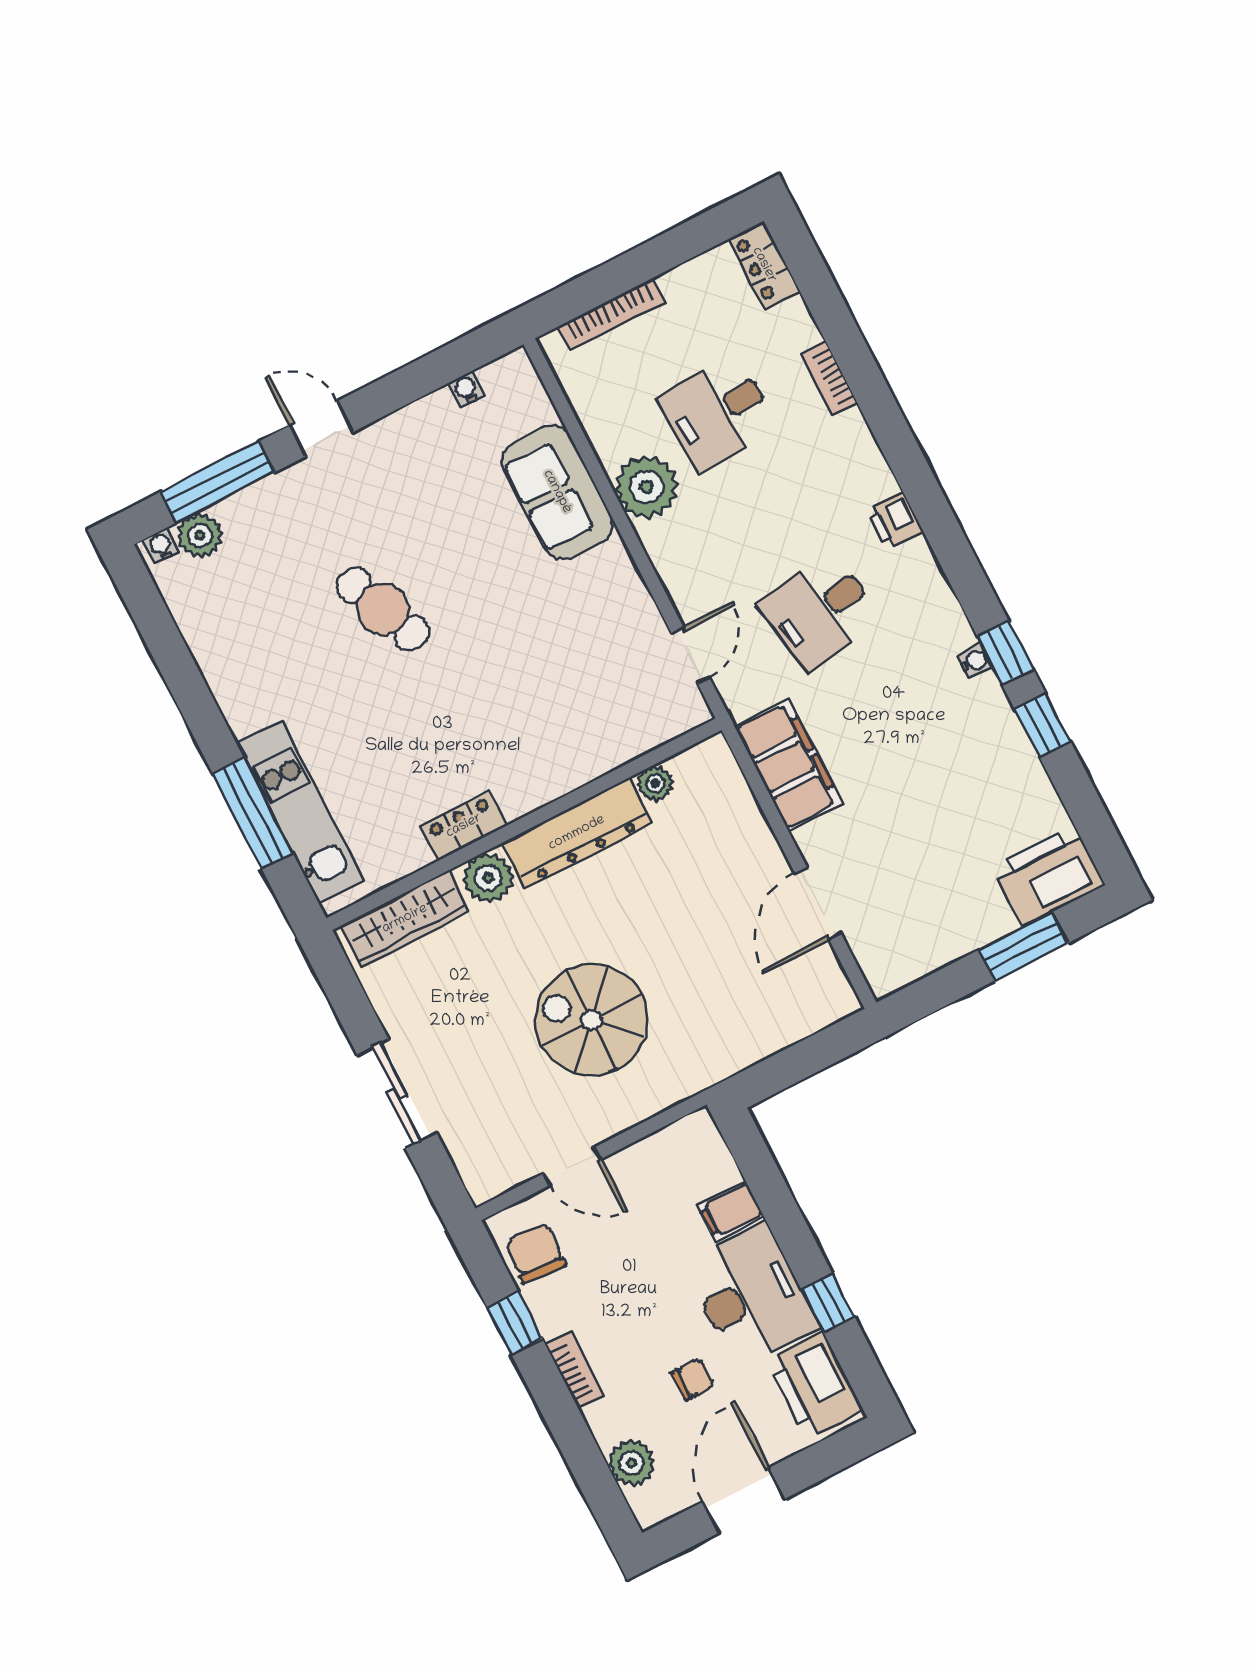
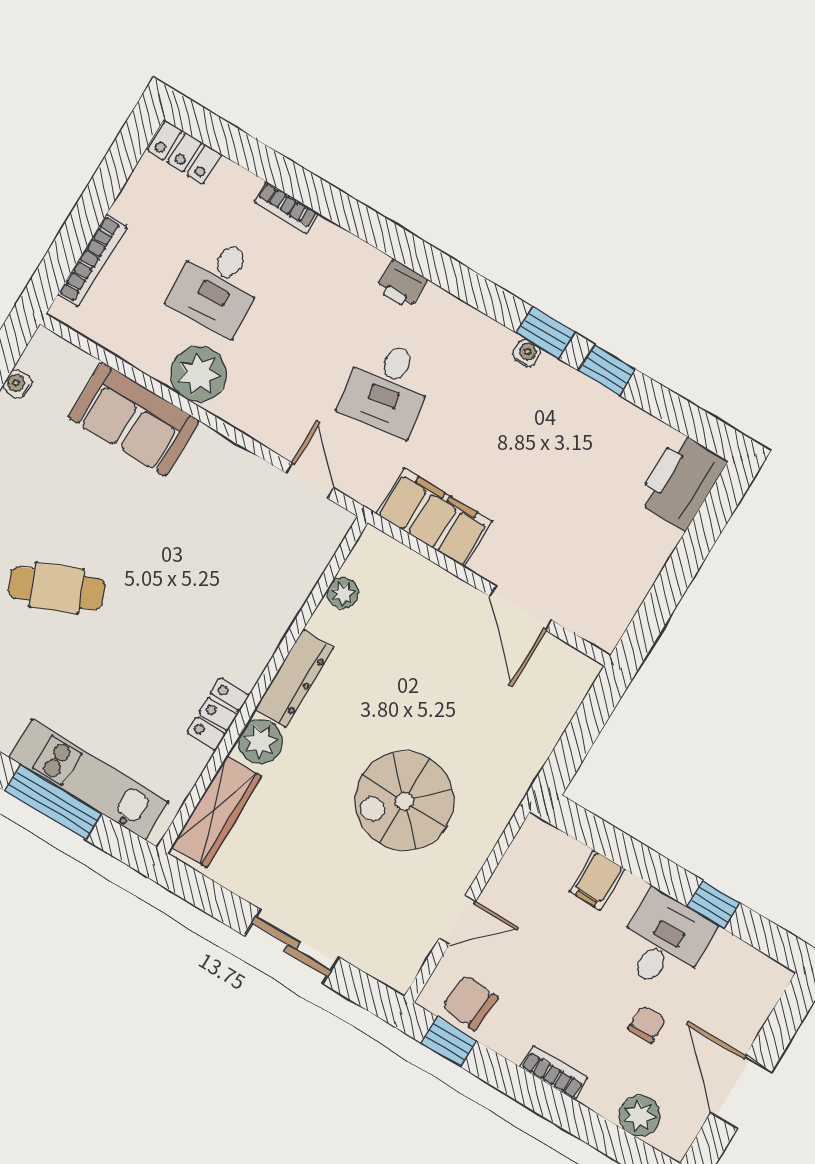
dresser: (577, 833) -> (294, 679), width x0.73, depth x0.80
window: (1023, 946) -> (695, 546), removed
desk: (751, 1295) -> (664, 942), width x0.73
window: (515, 1323) -> (449, 1042), moved
printer: (815, 1385) -> (741, 972), removed

